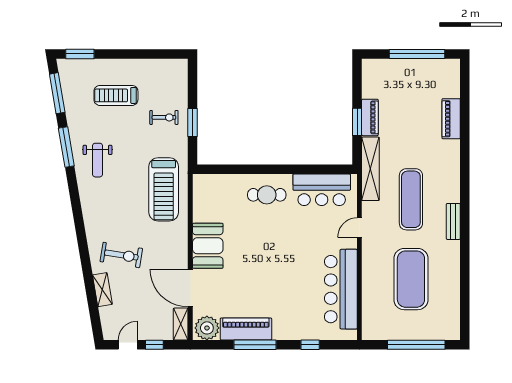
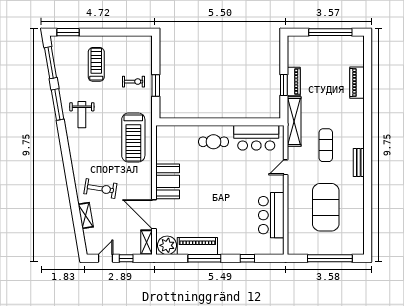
treadmill: (116, 95) -> (96, 64), turned 90
exercise mat: (411, 199) -> (326, 145), width x0.73, depth x0.69
bar counter: (341, 289) -> (271, 215), width x0.73

